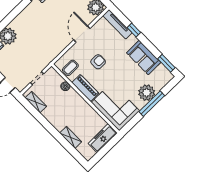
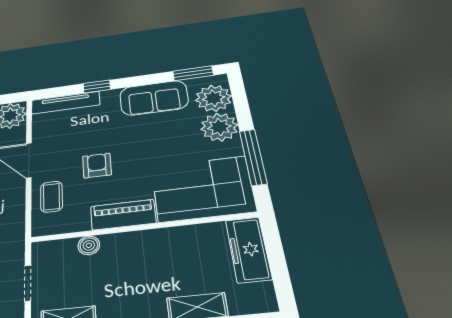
coffee table: (70, 68) -> (51, 197), moved
plant: (159, 80) -> (213, 98), added
window: (152, 104) -> (253, 157), moved

